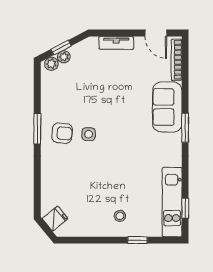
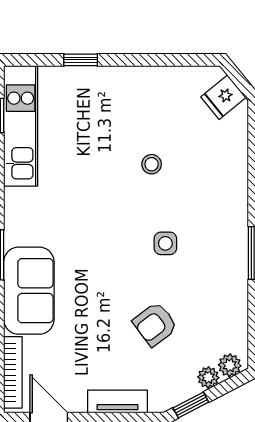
window: (61, 48) -> (191, 405), moved
armchair: (62, 133) -> (155, 324), moved, turned -43
stool: (120, 216) -> (152, 164), moved

